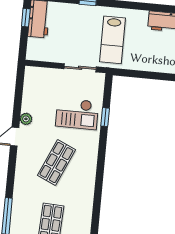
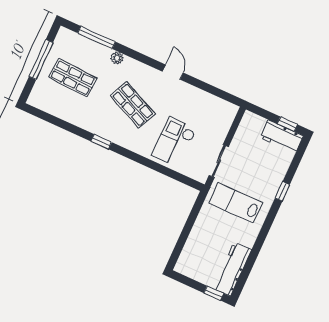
window: (105, 117) -> (101, 142), moved
plant: (26, 119) -> (117, 58), moved

